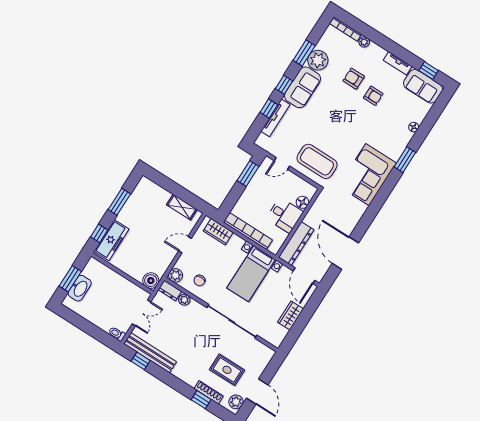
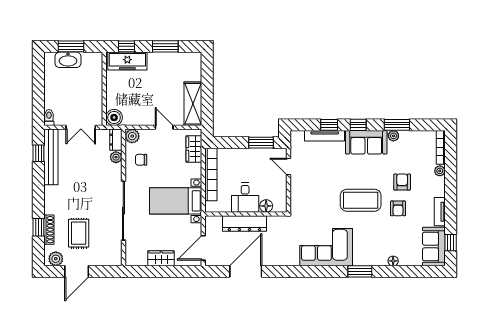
plant: (318, 60) -> (393, 136), width x0.53, depth x0.53
coffee table: (317, 161) -> (361, 200), moved, turned 90
shelving: (182, 207) -> (193, 104), width x1.50, depth x1.33
dresser: (296, 244) -> (244, 223), moved

